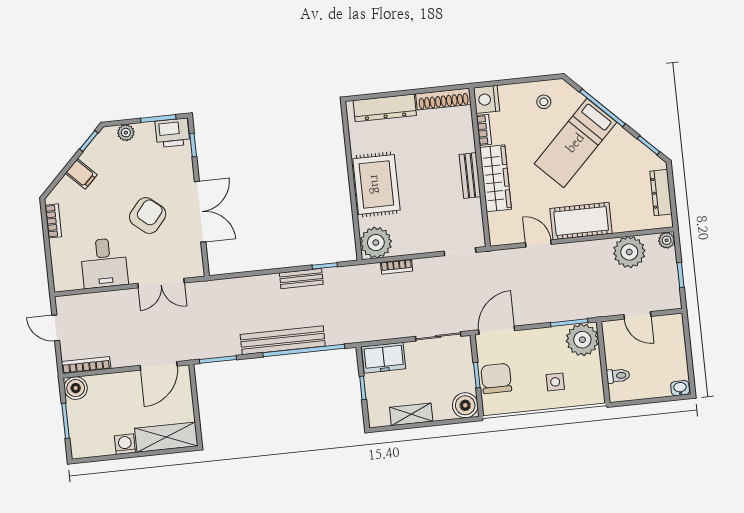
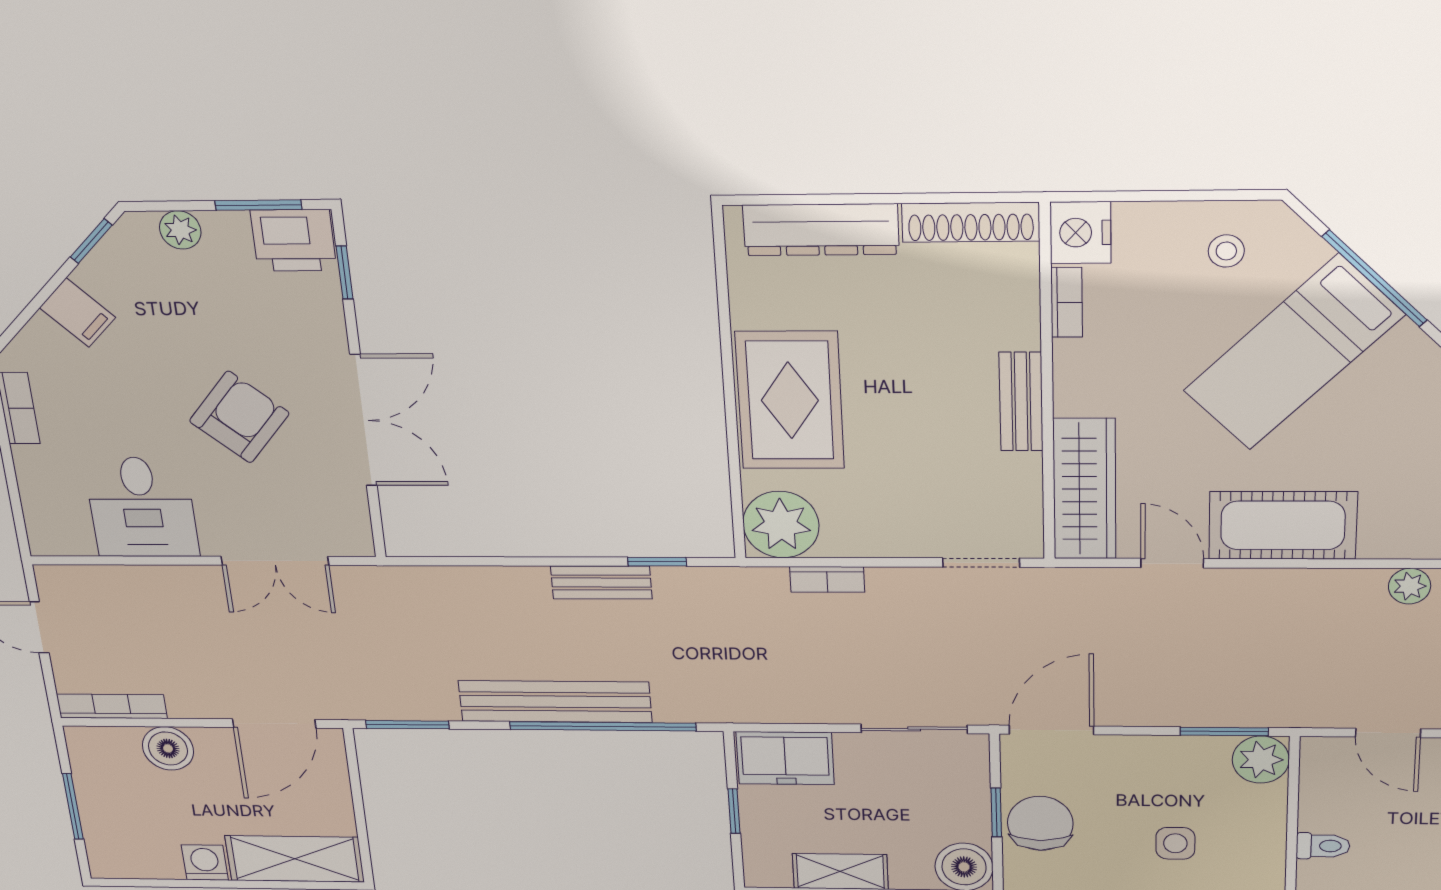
wardrobe: (496, 178) -> (1084, 489), moved
plant: (629, 252) -> (1410, 586), width x0.53, depth x0.53
plant: (582, 340) -> (1261, 760), width x0.73, depth x0.73
boiler: (76, 388) -> (168, 748), moved

